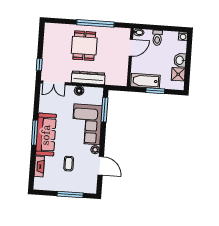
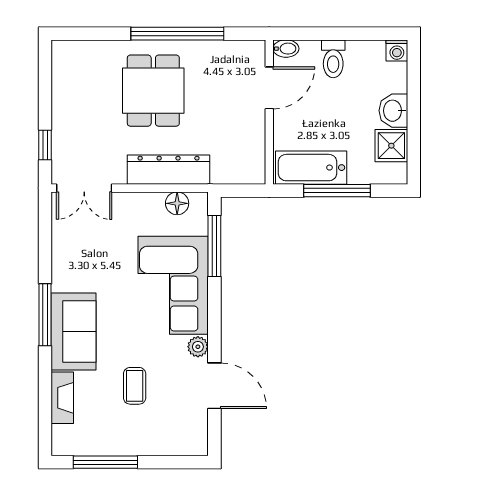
floor lamp: (79, 91) -> (177, 203), moved
window: (155, 91) -> (337, 191), width x1.44
sofa: (46, 135) -> (74, 331), width x0.73
window: (70, 194) -> (105, 462), moved

